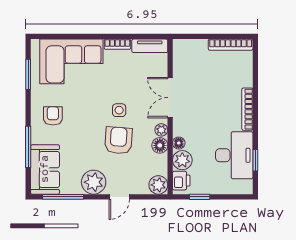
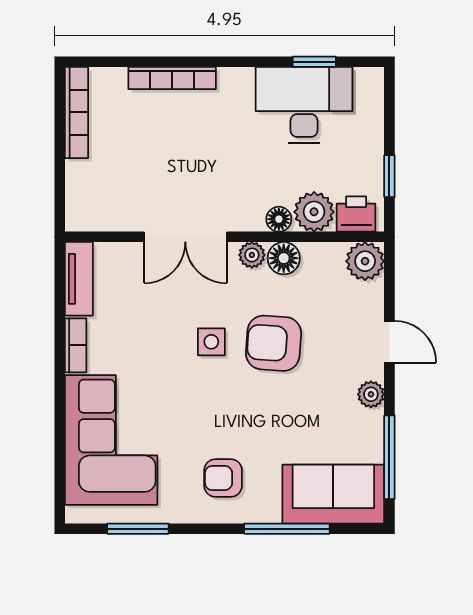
bookcase: (247, 109) -> (172, 78), moved
plant: (94, 182) -> (371, 394), width x0.53, depth x0.53

